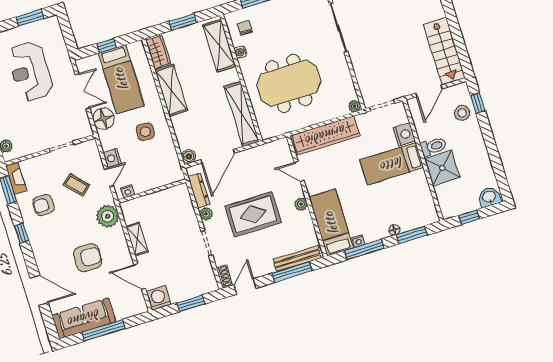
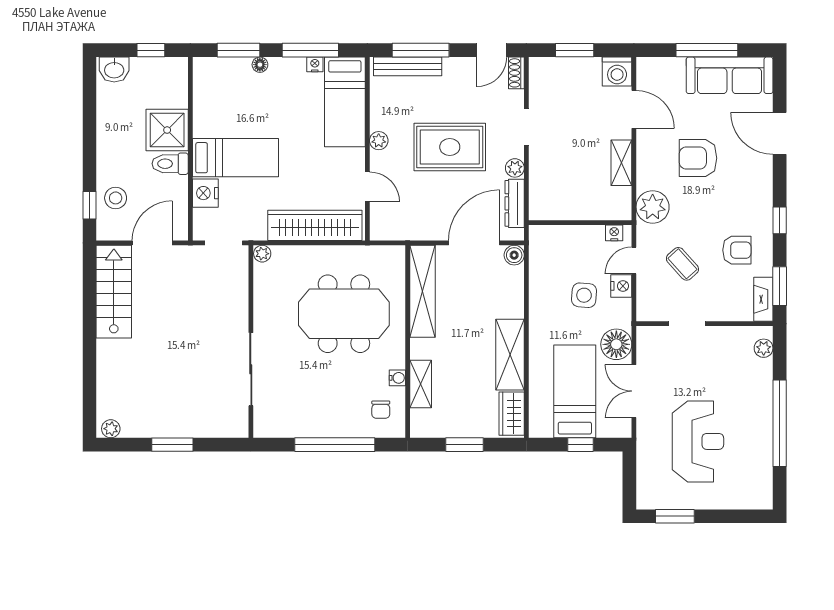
shelving: (219, 46) -> (421, 384), width x0.67, depth x0.75
side table: (145, 132) -> (584, 295), moved

